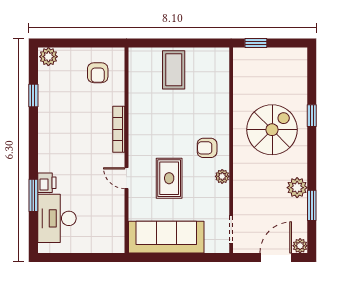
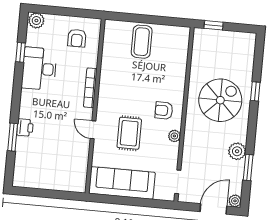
desk: (57, 218) -> (39, 69), moved

